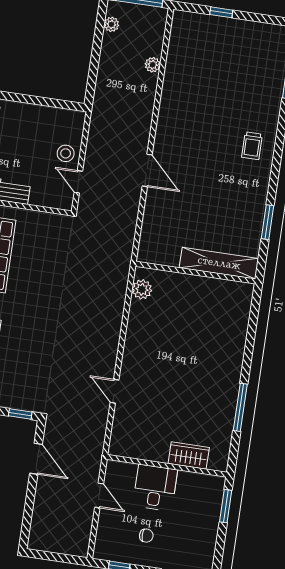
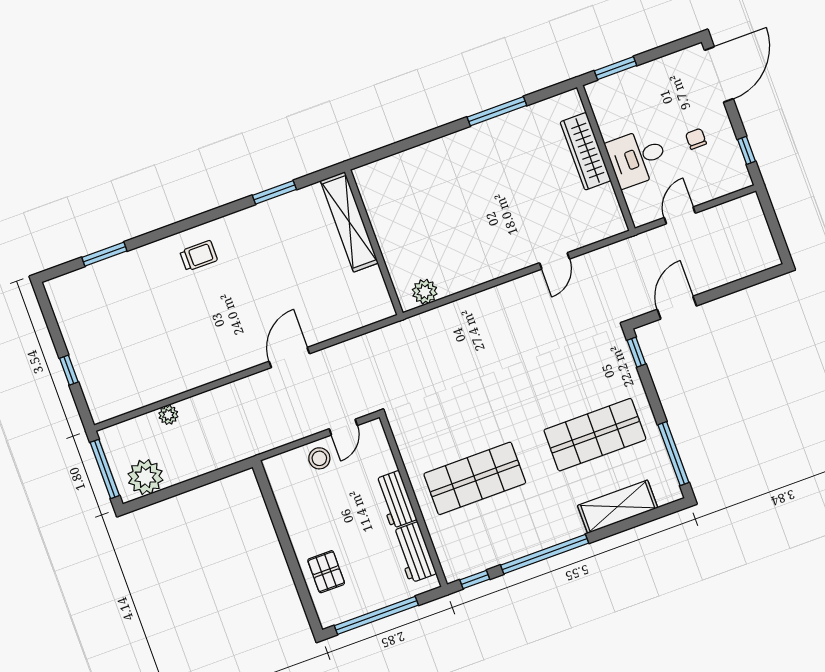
plant: (111, 24) -> (145, 477), width x1.88, depth x1.88
wardrobe: (189, 456) -> (586, 151), width x1.50

